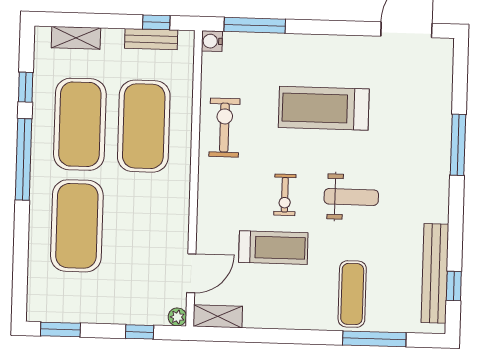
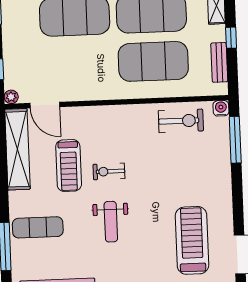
window: (156, 22) -> (231, 38), moved
treadmill: (324, 108) -> (192, 240), moved
exercise bike: (224, 128) -> (181, 121), moved
shelving: (218, 316) -> (17, 149), width x2.20, depth x1.33

